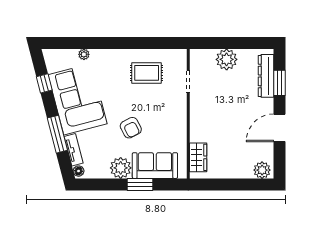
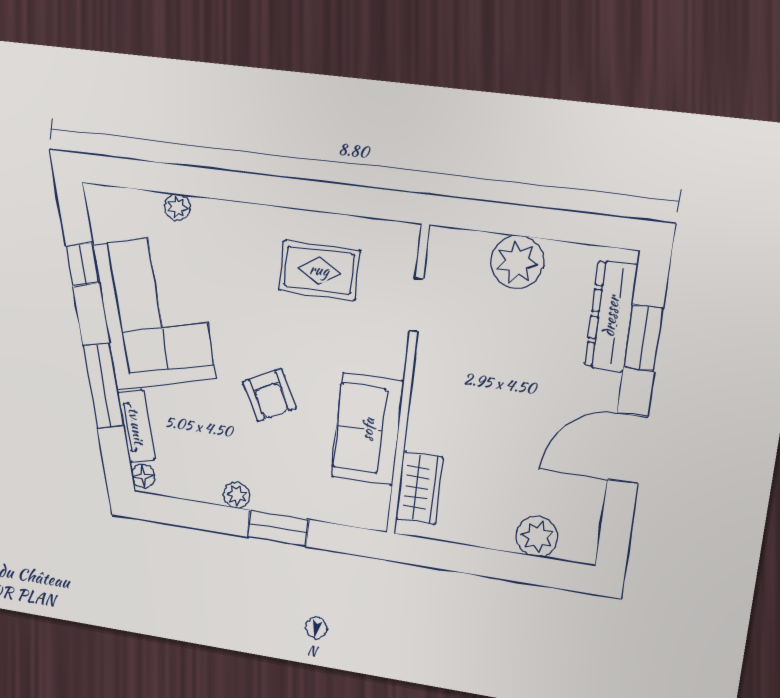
sofa: (155, 166) -> (368, 429), moved, turned -90
plant: (121, 168) -> (237, 495), width x0.53, depth x0.53
plant: (262, 170) -> (537, 537), moved

